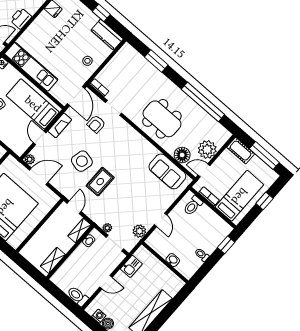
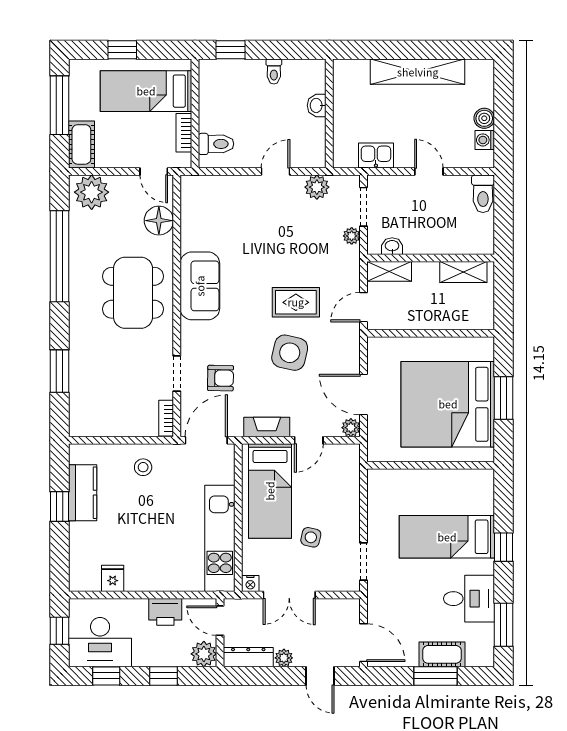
kitchen counter: (107, 35) -> (83, 493), moved
plant: (207, 150) -> (92, 192), moved
sofa: (167, 171) -> (200, 286), moved

